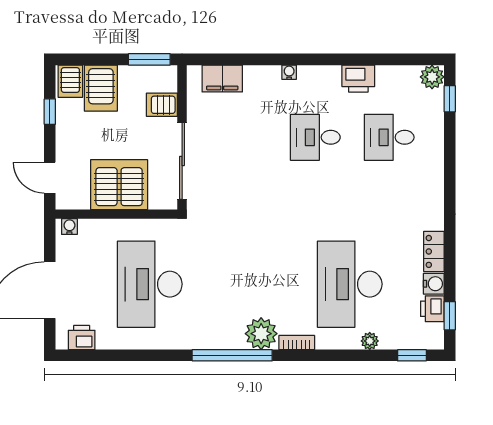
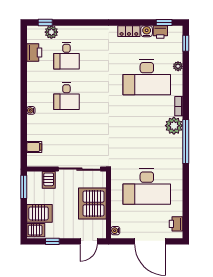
plant: (432, 77) -> (51, 32), moved
filing cabinet: (222, 78) -> (34, 147), width x0.50
printer: (358, 79) -> (34, 53), moved

